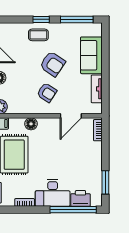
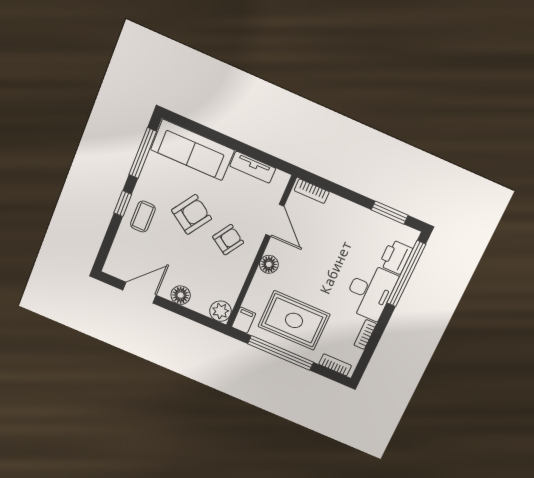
sofa: (91, 55) -> (192, 150), width x1.36
floor lamp: (31, 124) -> (269, 264), moved

